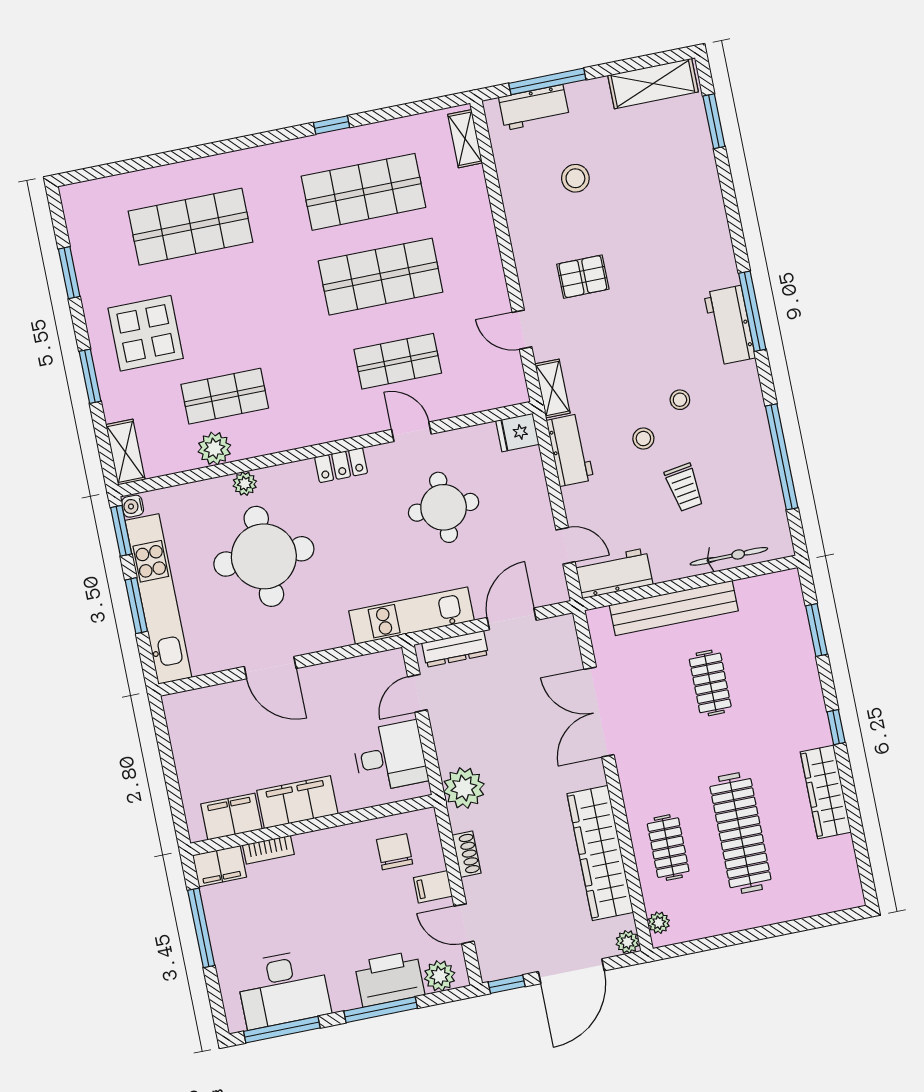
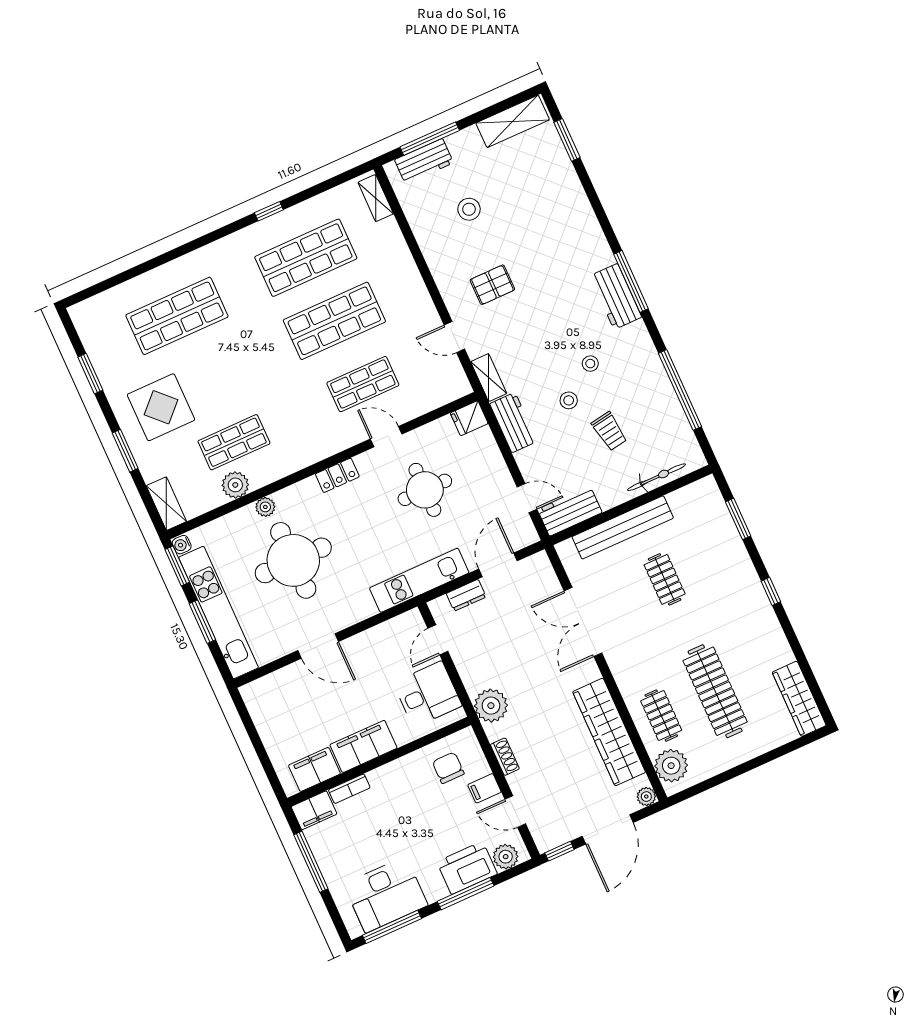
dresser: (455, 649) -> (466, 595), width x0.70
wardrobe: (826, 792) -> (799, 699), moved
plant: (659, 923) -> (671, 766), width x1.88, depth x1.88

